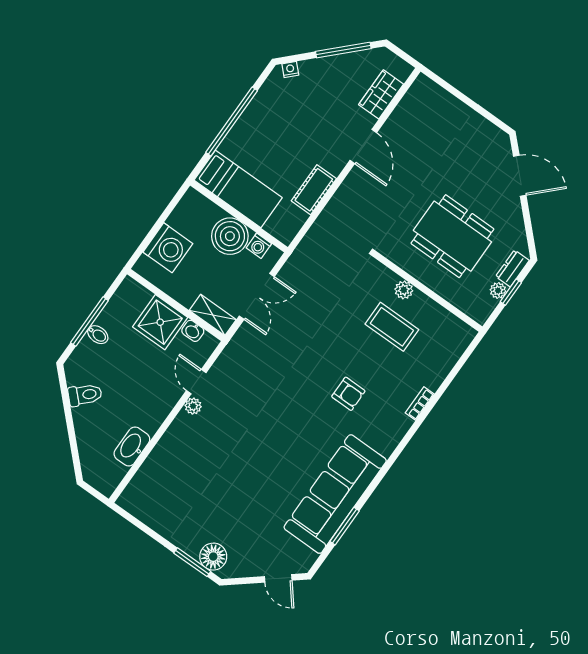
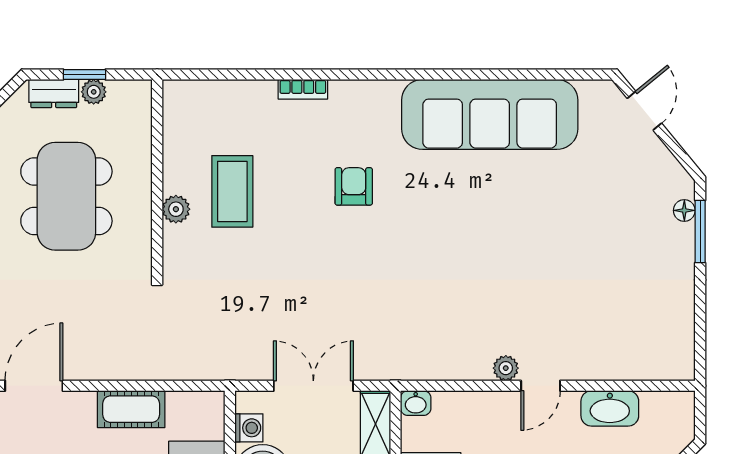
washbasin: (193, 331) -> (416, 403), moved, turned 90
door: (196, 382) -> (541, 386), moved
window: (345, 526) -> (521, 75), removed
floor lamp: (213, 557) -> (684, 210), width x0.53, depth x0.53

